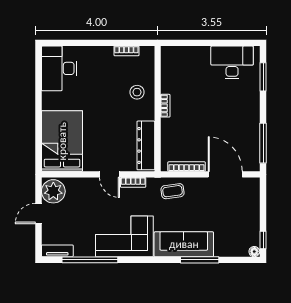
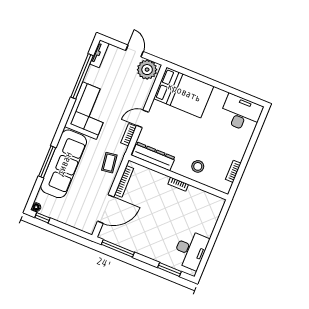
sofa: (184, 244) -> (64, 164), width x1.36, depth x1.27

